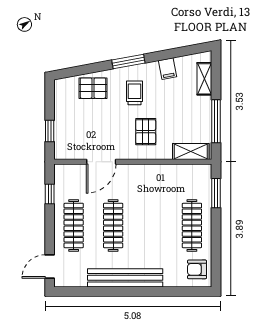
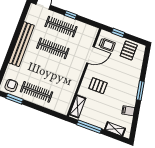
pallet: (93, 88) -> (129, 50), moved
trolley: (134, 93) -> (107, 45), moved
door: (101, 162) -> (91, 55), swing flipped
window: (216, 193) -> (14, 99), moved
window: (50, 194) -> (71, 15), moved

